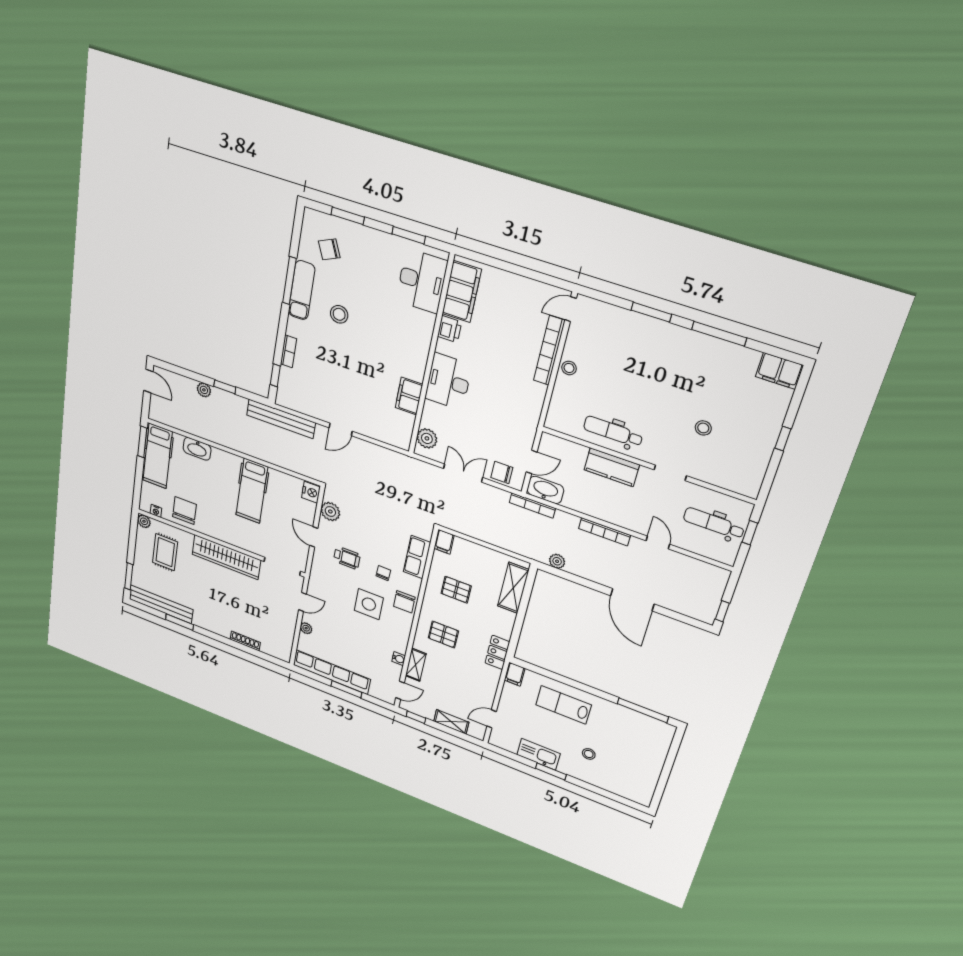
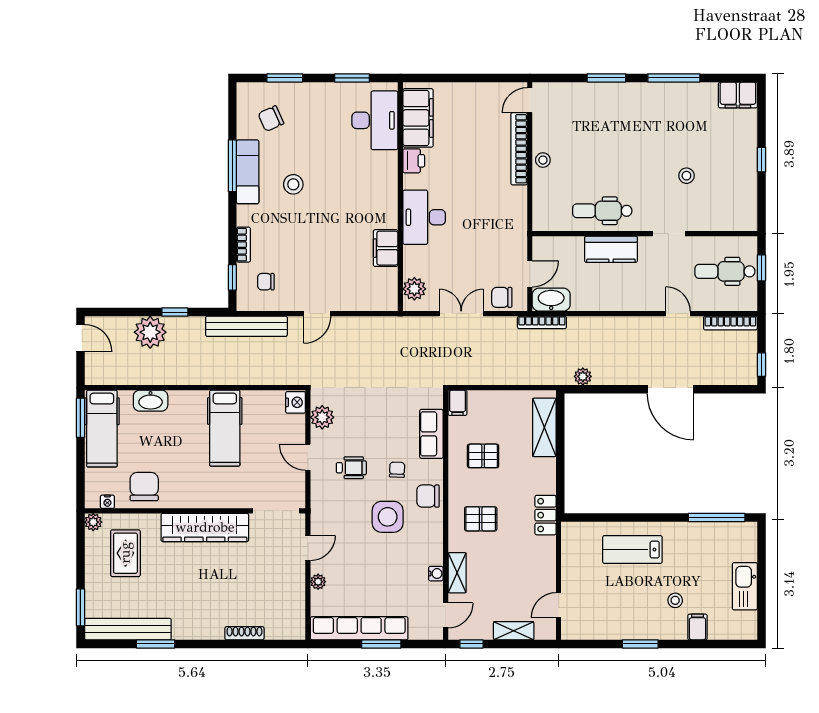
chair: (302, 388) -> (266, 282), added
plant: (204, 390) -> (150, 332), width x1.87, depth x1.87
bookcase: (604, 532) -> (730, 323), moved
chair: (404, 602) -> (428, 496), turned 90
filing cabinet: (515, 674) -> (697, 627), moved, turned 180
kitchen sink: (539, 754) -> (745, 586), moved, turned -90

